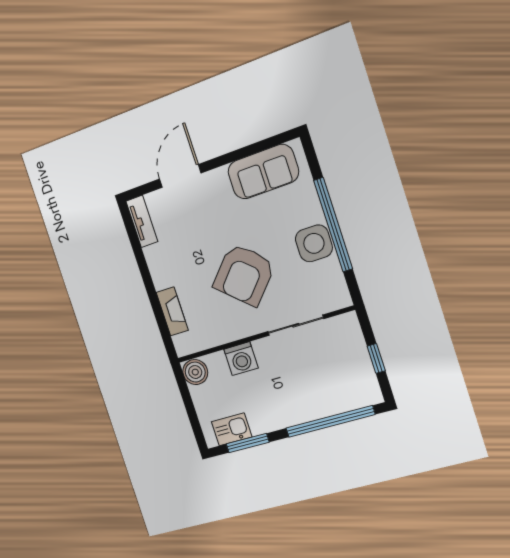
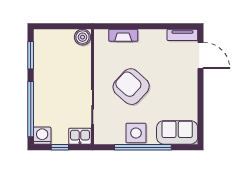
sofa: (263, 172) -> (177, 132), moved, turned 90
door: (180, 176) -> (201, 55), moved
washing machine: (241, 359) -> (42, 136), moved, turned 90
kitchen sink: (232, 429) -> (80, 136), moved, turned -90

